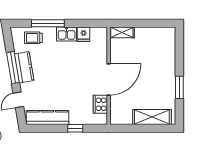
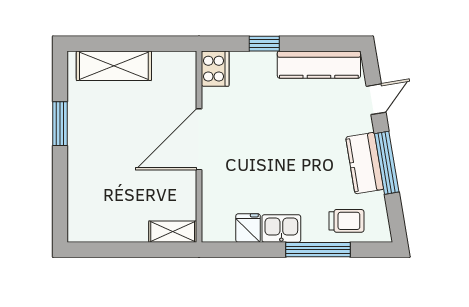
cooker: (100, 104) -> (215, 69), moved

